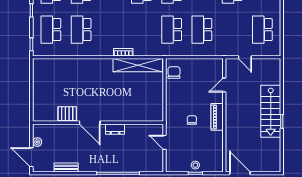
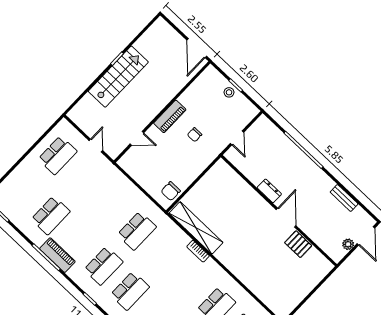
school desk: (202, 30) -> (110, 206), removed

